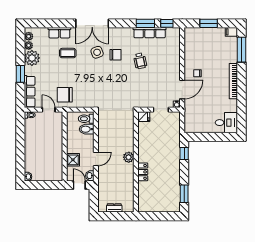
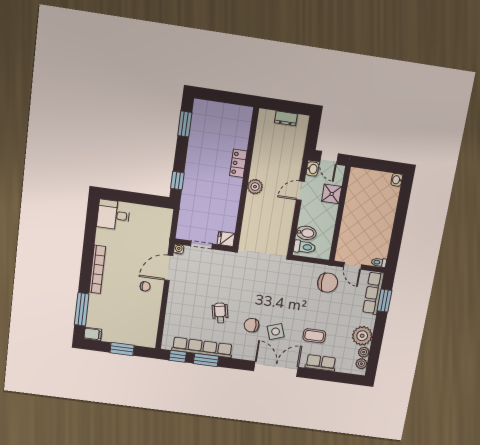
row of seats: (150, 33) -> (202, 347), width x1.36
window: (20, 74) -> (384, 301), moved

